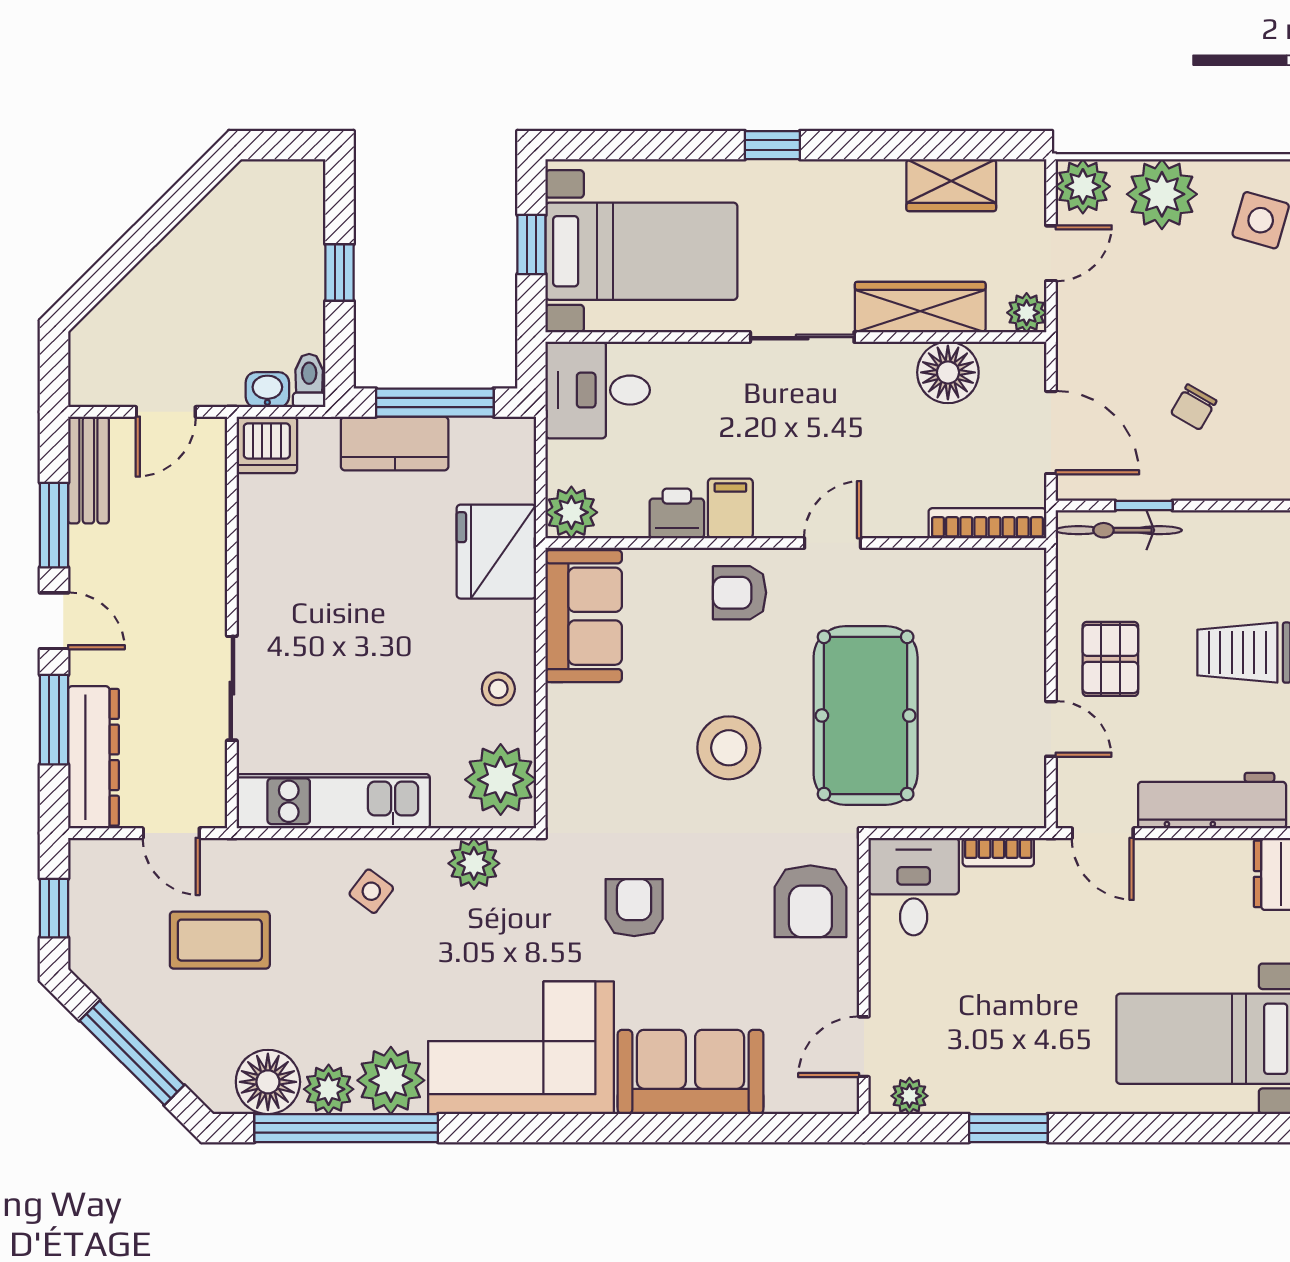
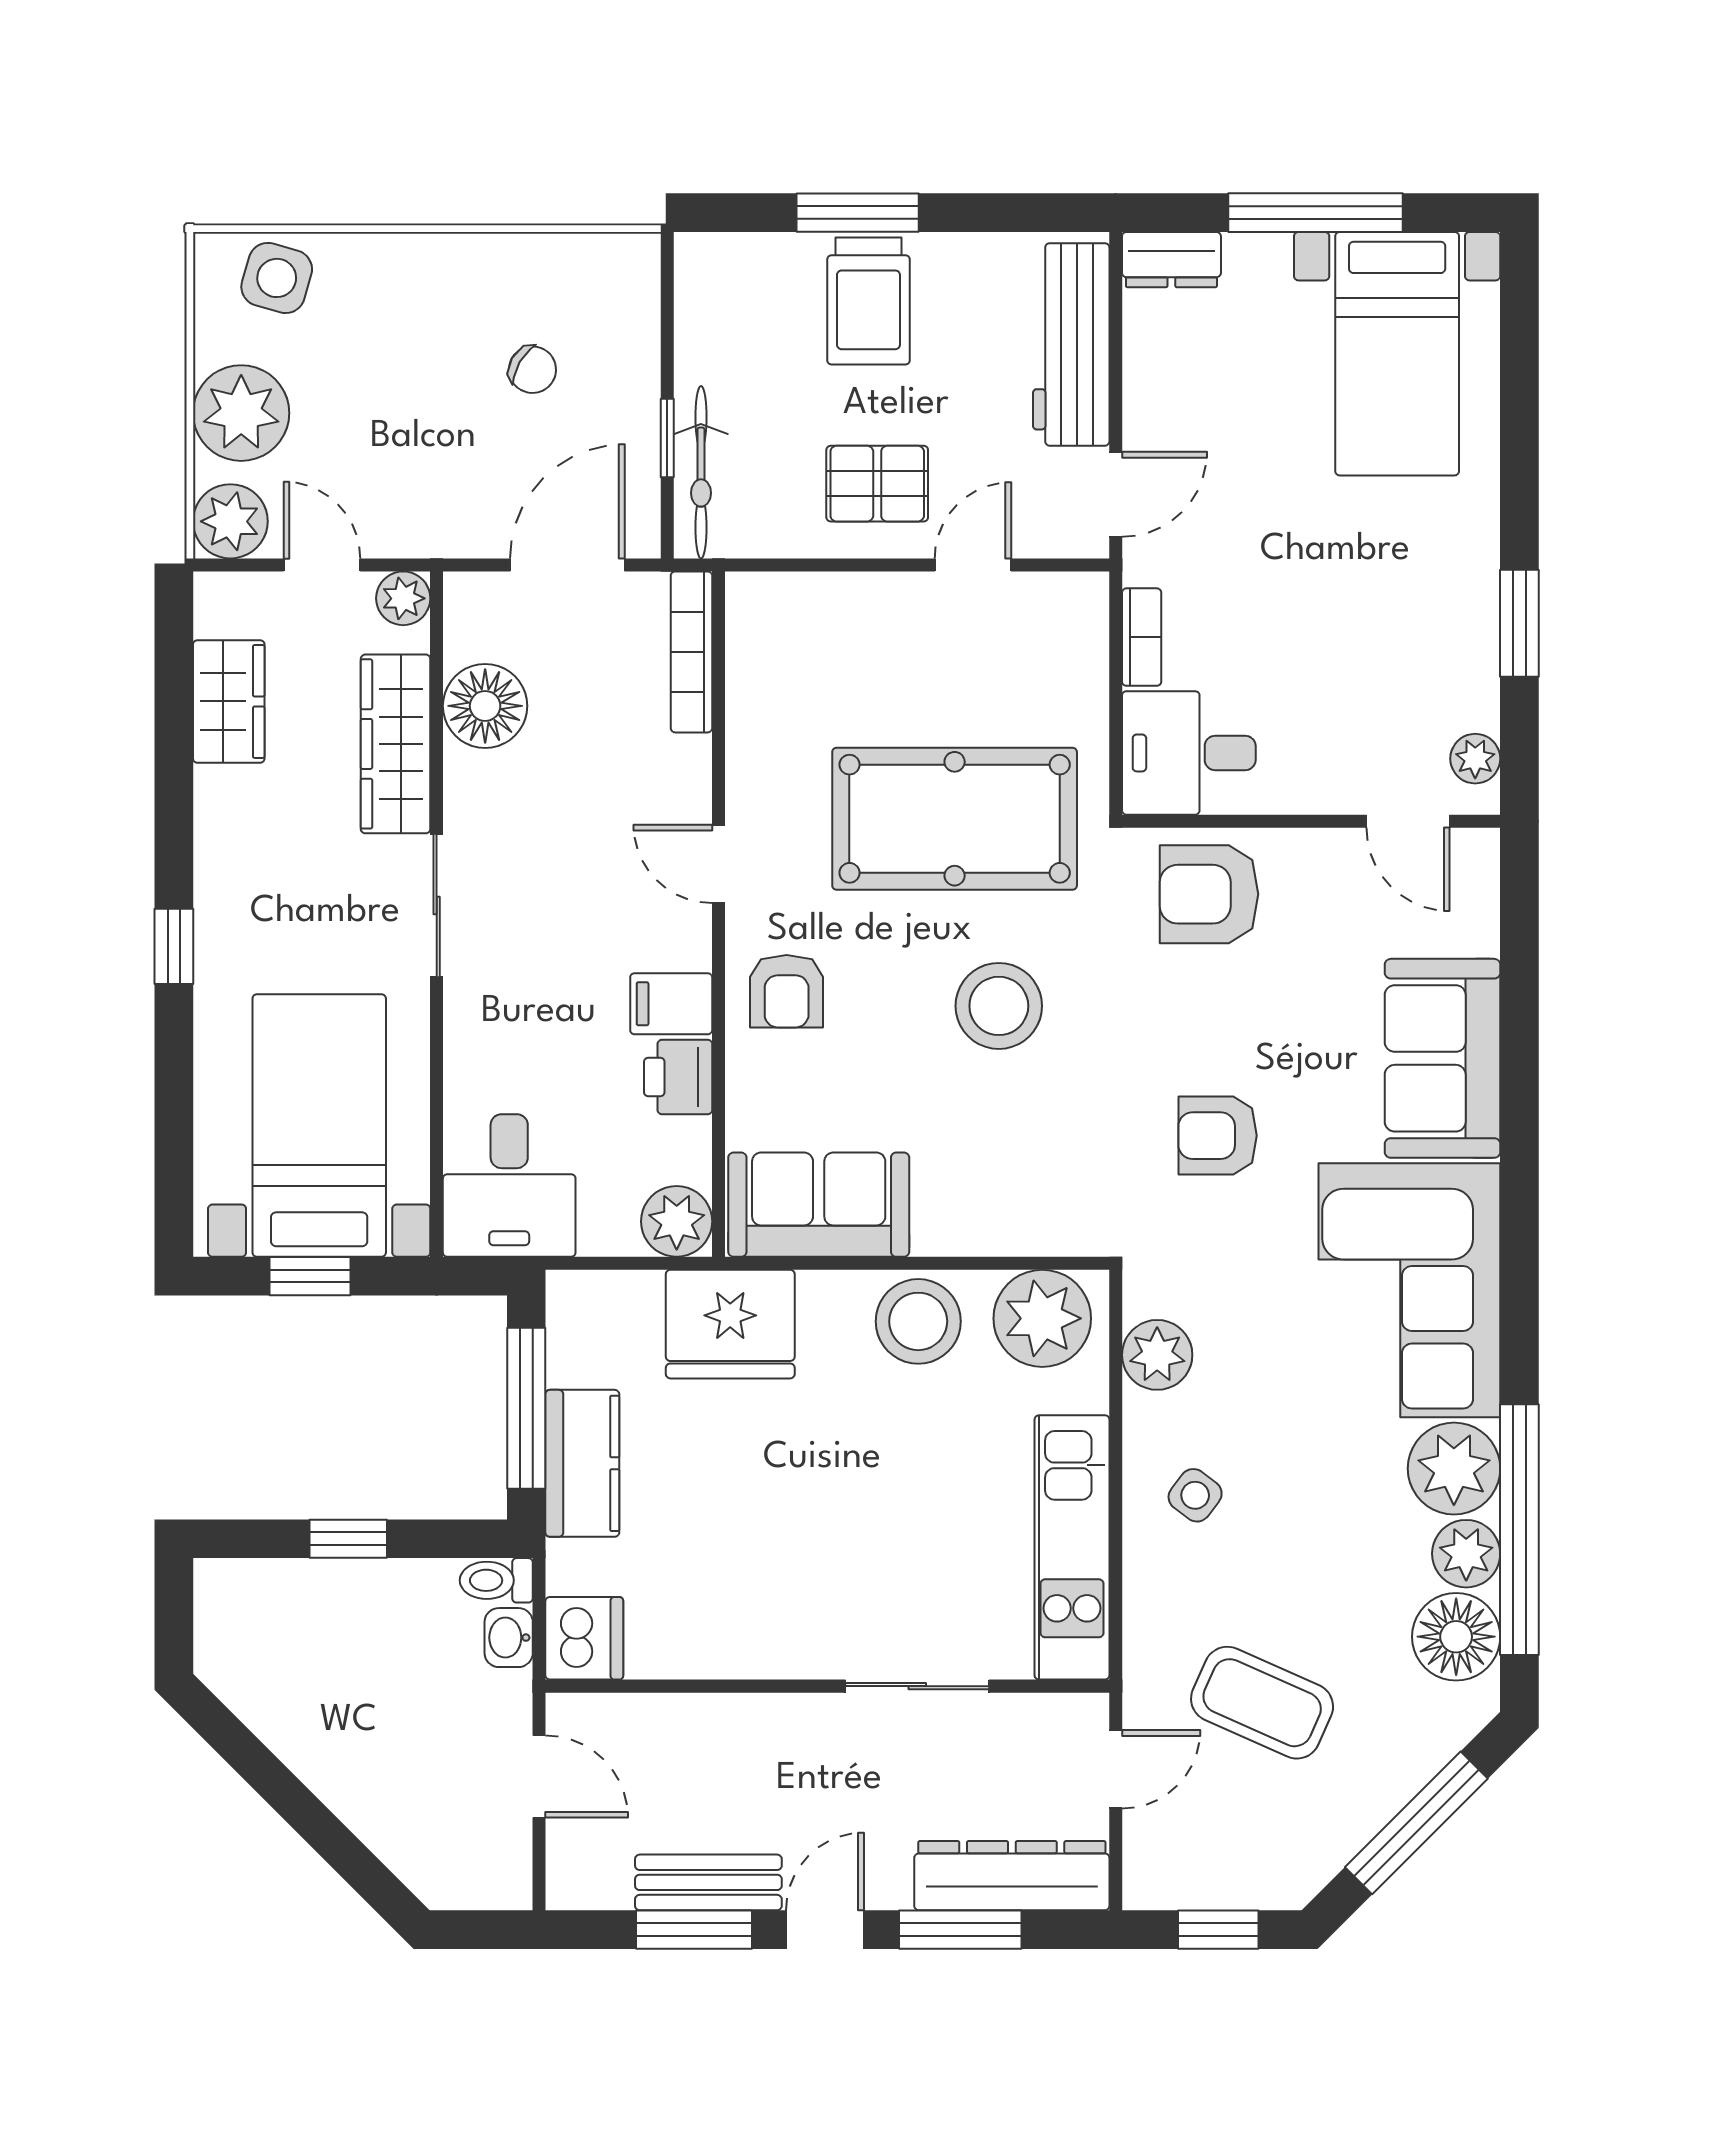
bench: (88, 470) -> (708, 1882), moved
stool: (498, 689) -> (918, 1321), width x1.89, depth x1.89
armchair: (810, 901) -> (1209, 894), turned 180
coffee table: (220, 940) -> (1262, 1703), turned -66

